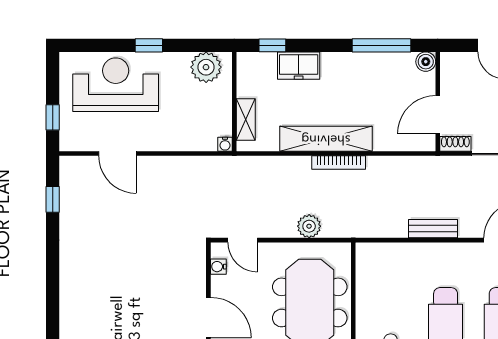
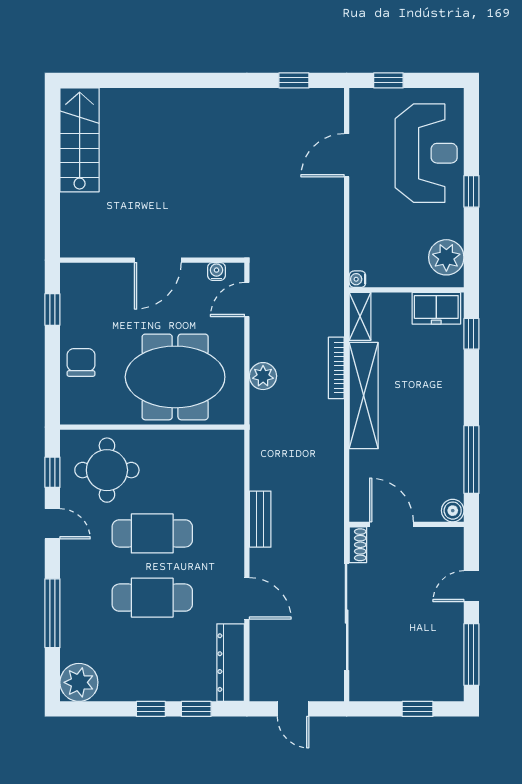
freezer: (299, 66) -> (436, 308), moved, turned -90
shelving: (246, 119) -> (360, 316), moved, turned 90
bookcase: (339, 163) -> (336, 368), moved

